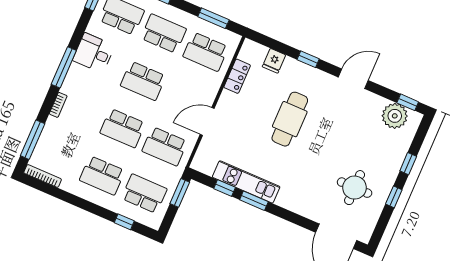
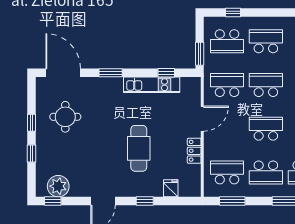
locker: (237, 76) -> (194, 151), moved
window: (254, 201) -> (111, 73), moved

